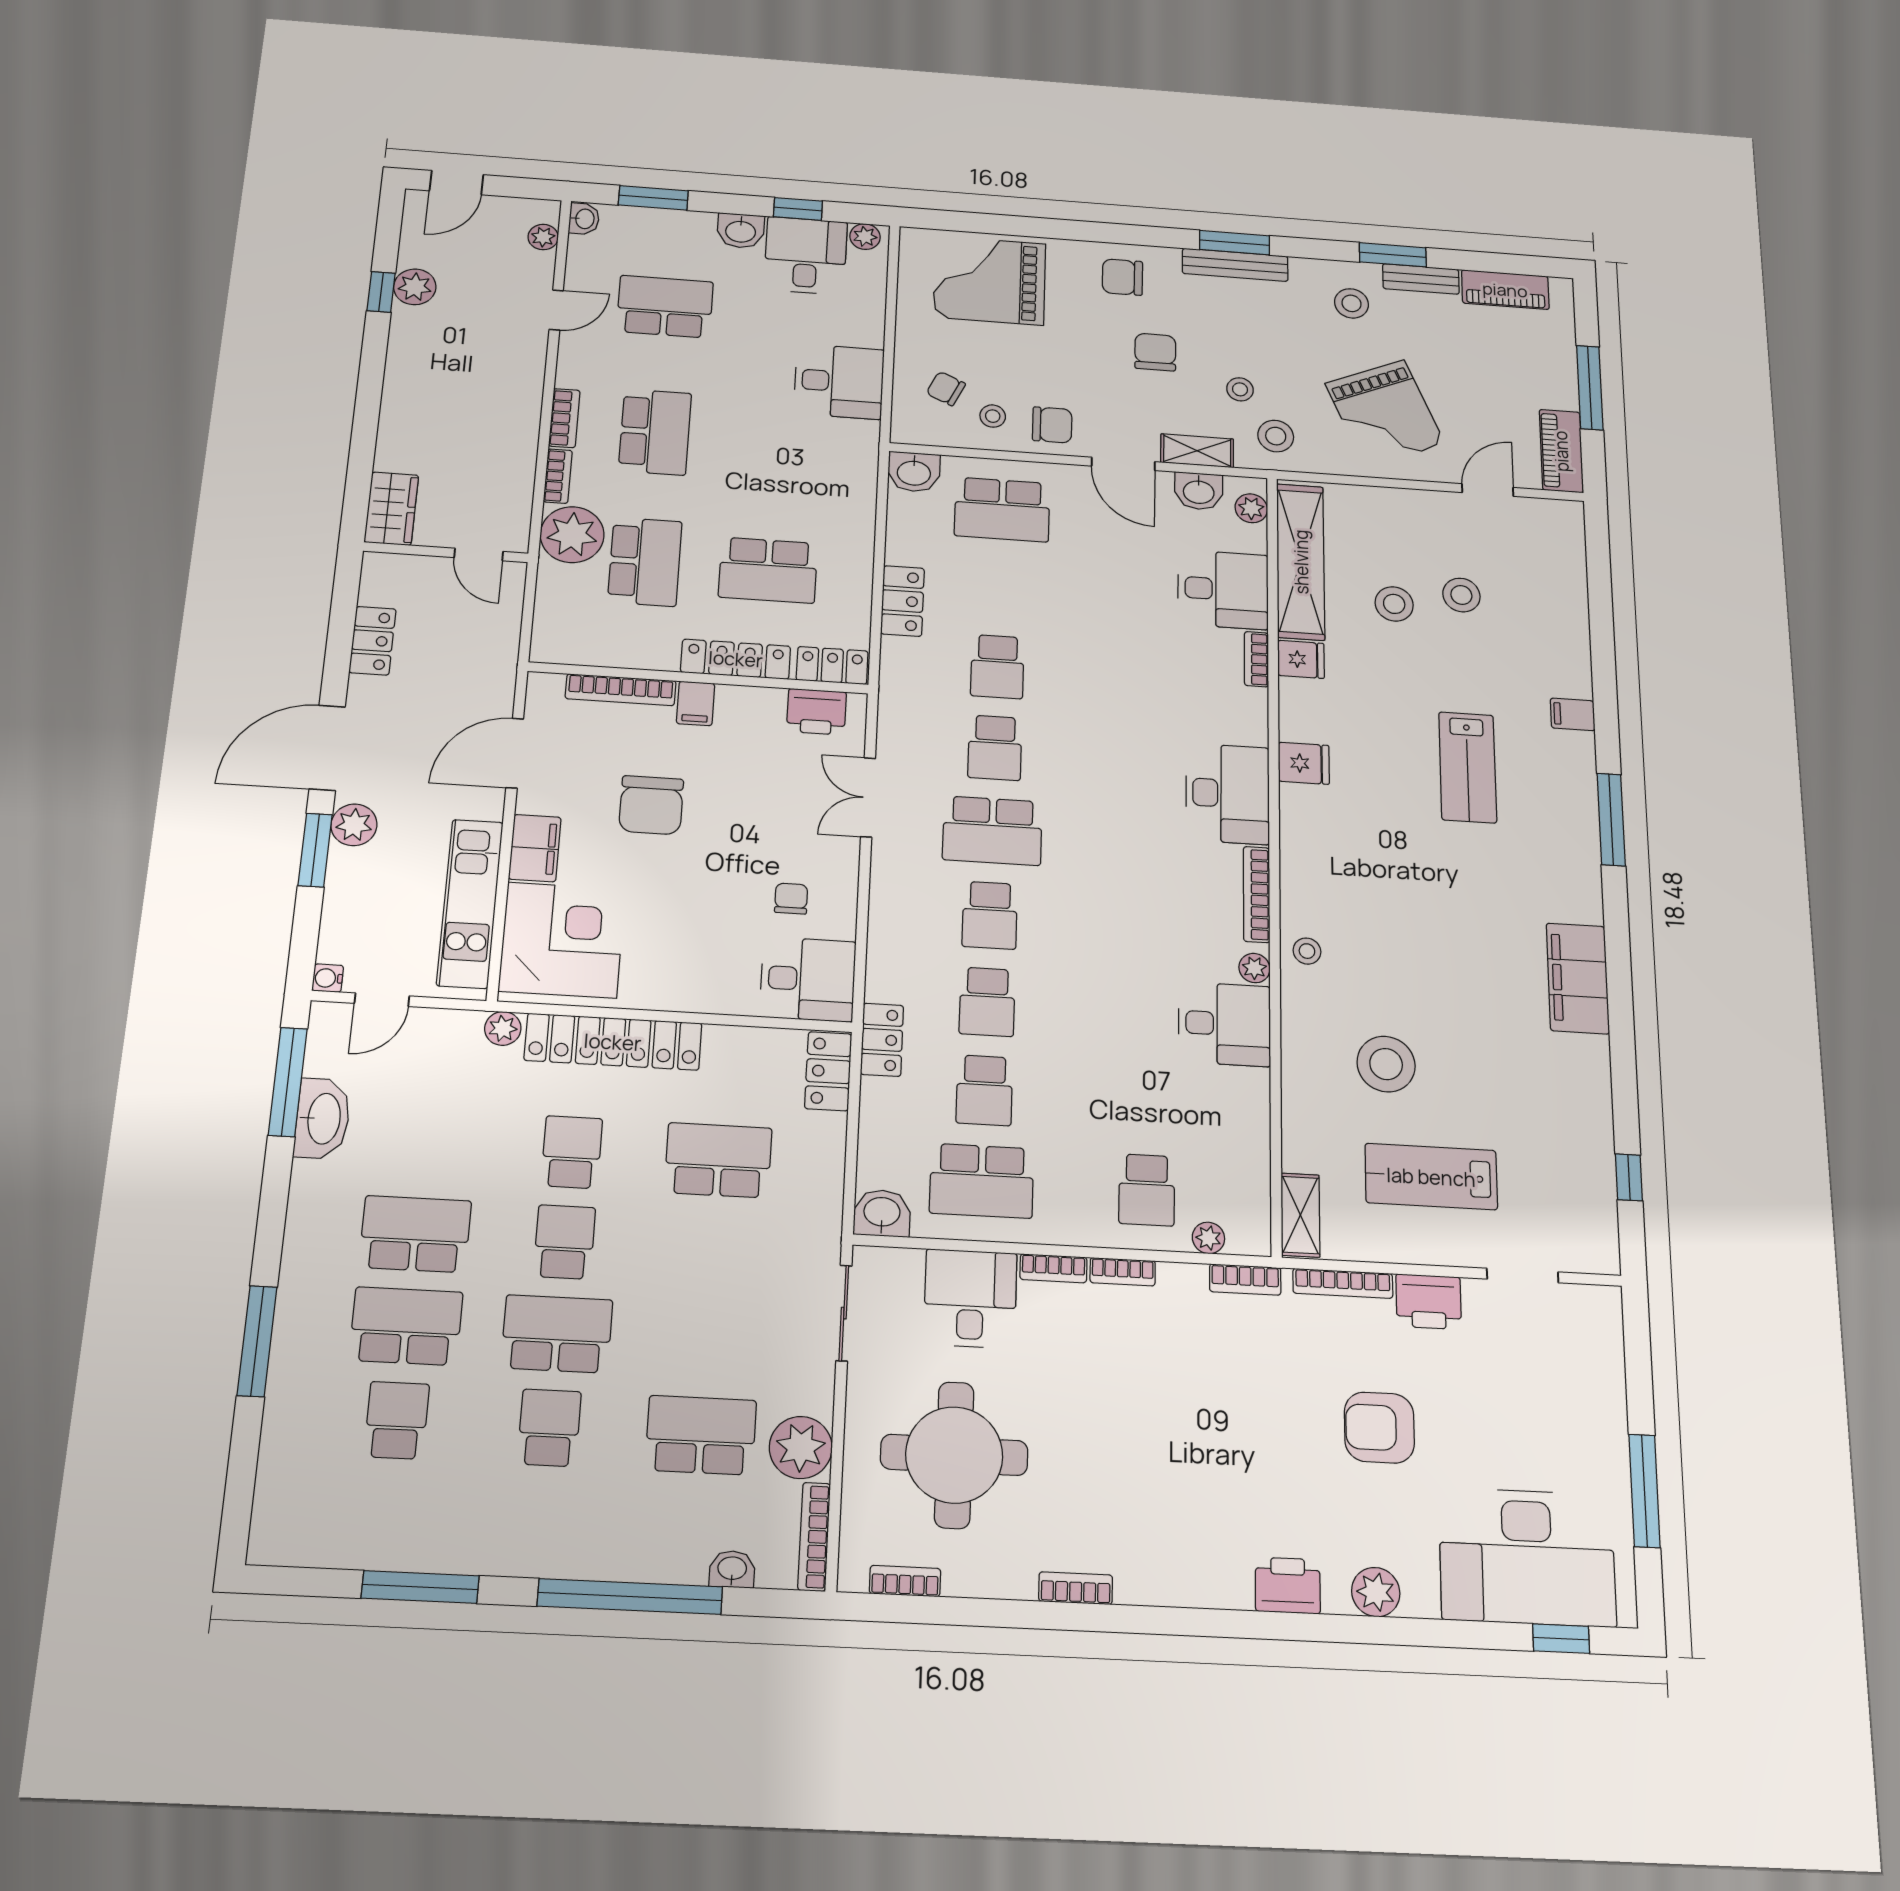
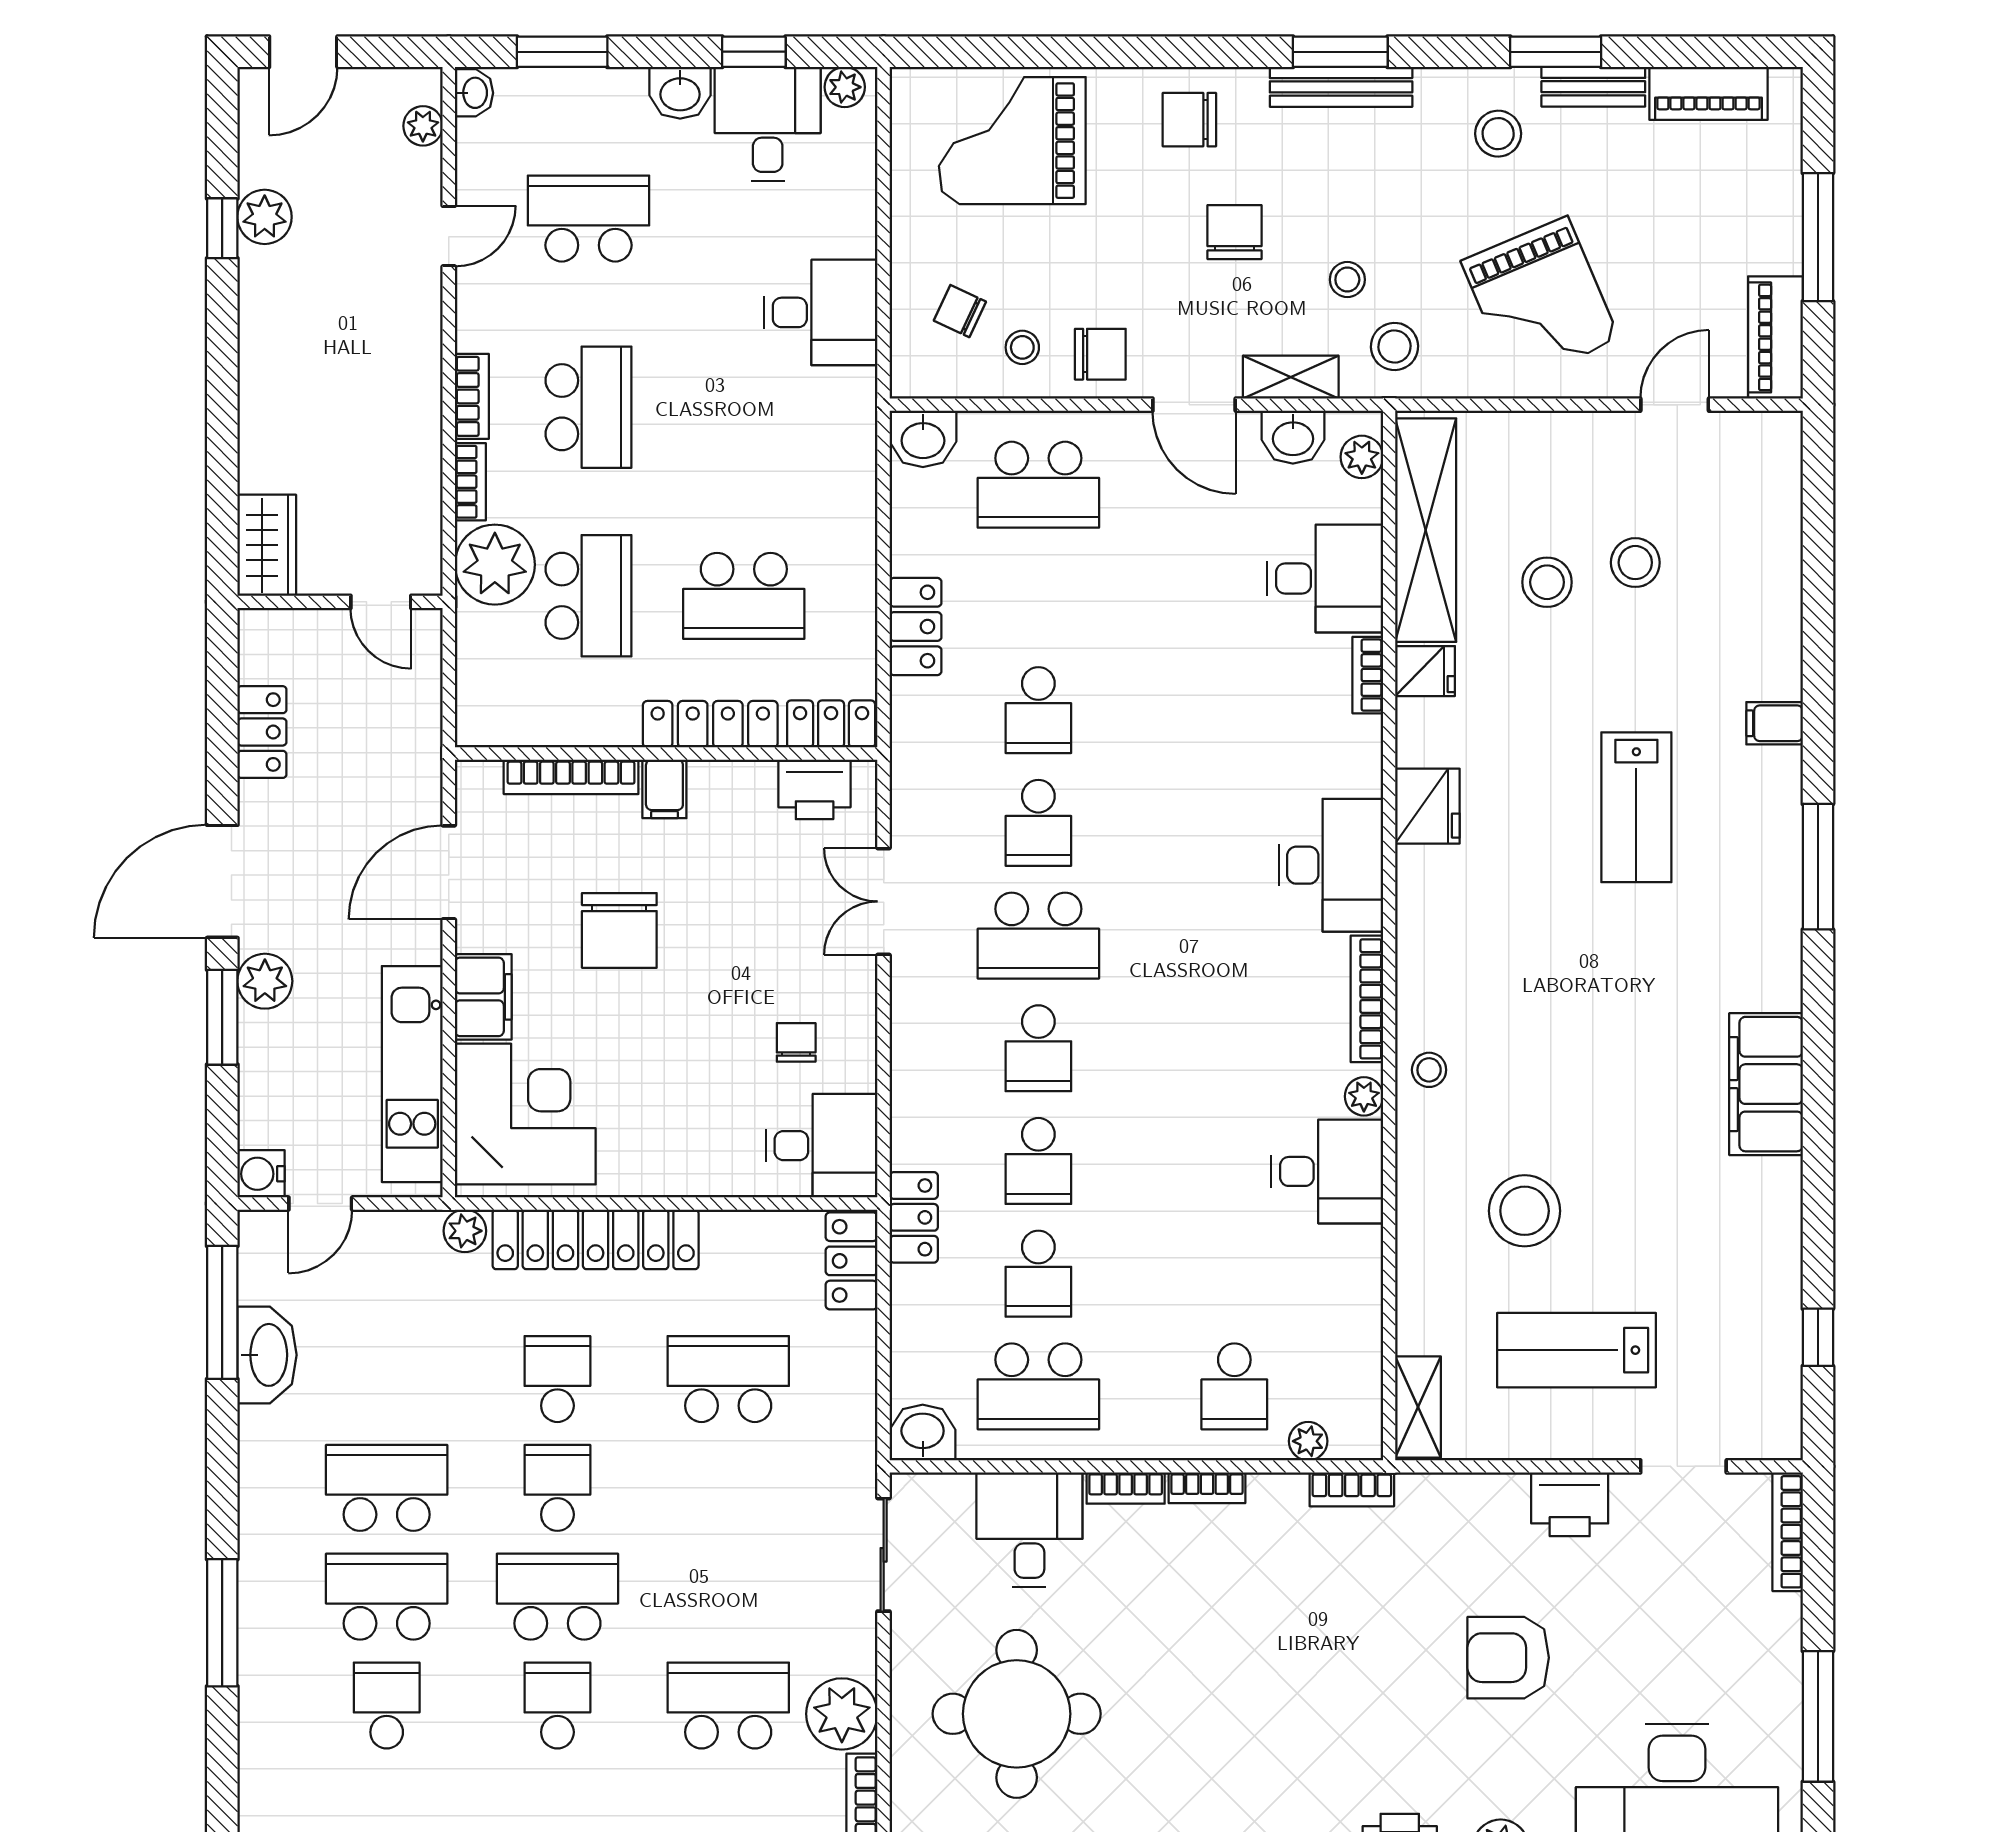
fridge: (1304, 763) -> (1427, 806), width x1.38
water cooler: (328, 978) -> (261, 1174), width x1.38, depth x1.38
bookcase: (1343, 1283) -> (1788, 1532), moved, turned 90

